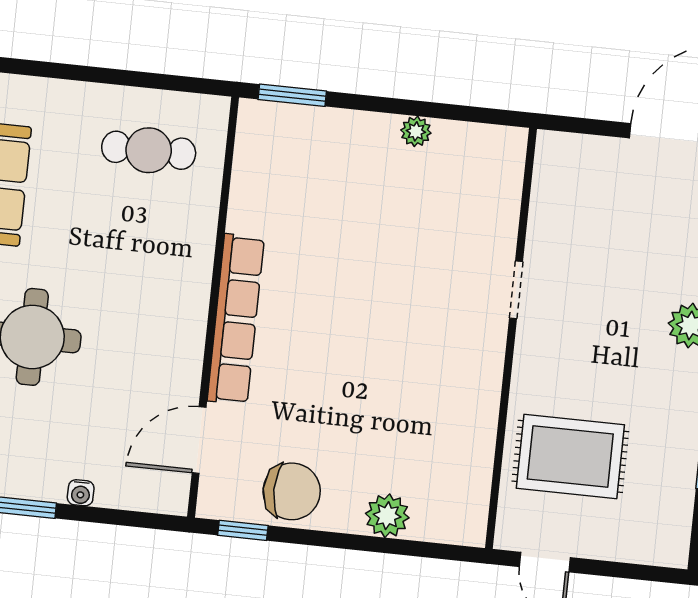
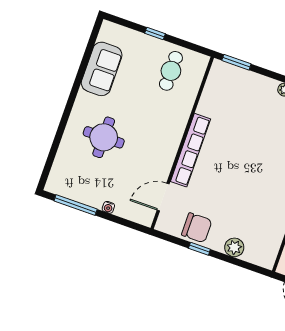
window: (92, 74) -> (155, 34), added
cafe table: (149, 150) -> (171, 71), turned 90
window: (243, 530) -> (199, 249), moved

